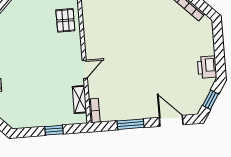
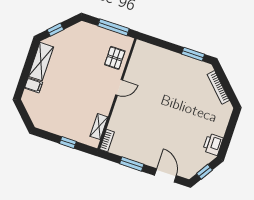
door: (85, 69) -> (119, 87), moved

